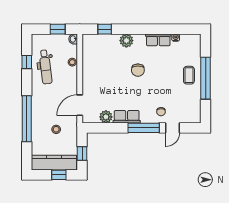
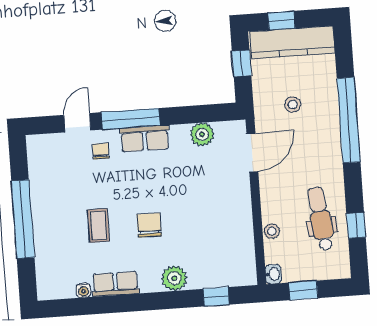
coffee table: (189, 75) -> (99, 226), moved
row of seats: (127, 117) -> (145, 139), moved

